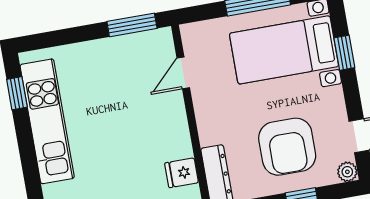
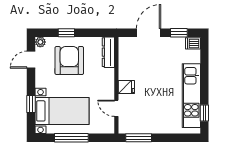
door: (183, 73) -> (116, 108), swing flipped
fridge: (182, 173) -> (126, 87), moved

